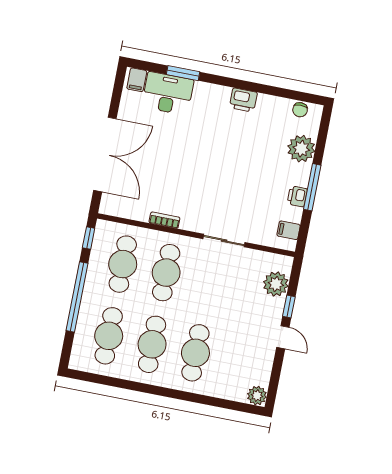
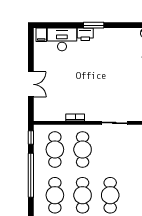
window: (183, 73) -> (94, 25), moved
printer: (243, 100) -> (85, 34), moved
double door: (105, 155) -> (31, 84), width x0.54

